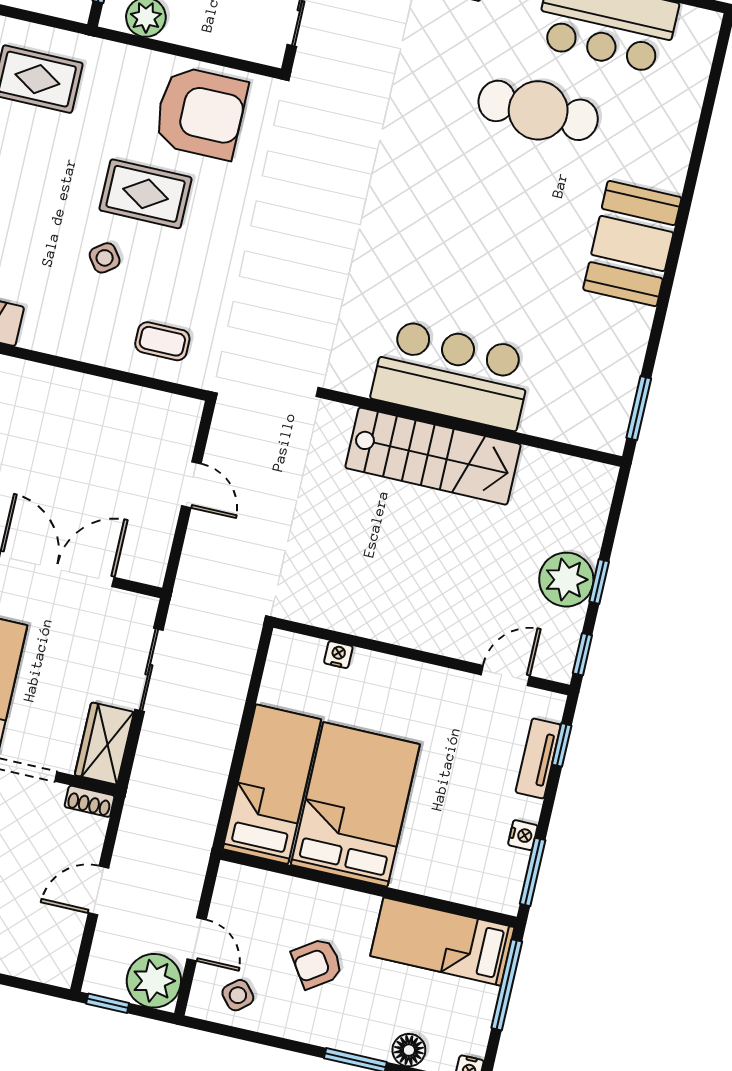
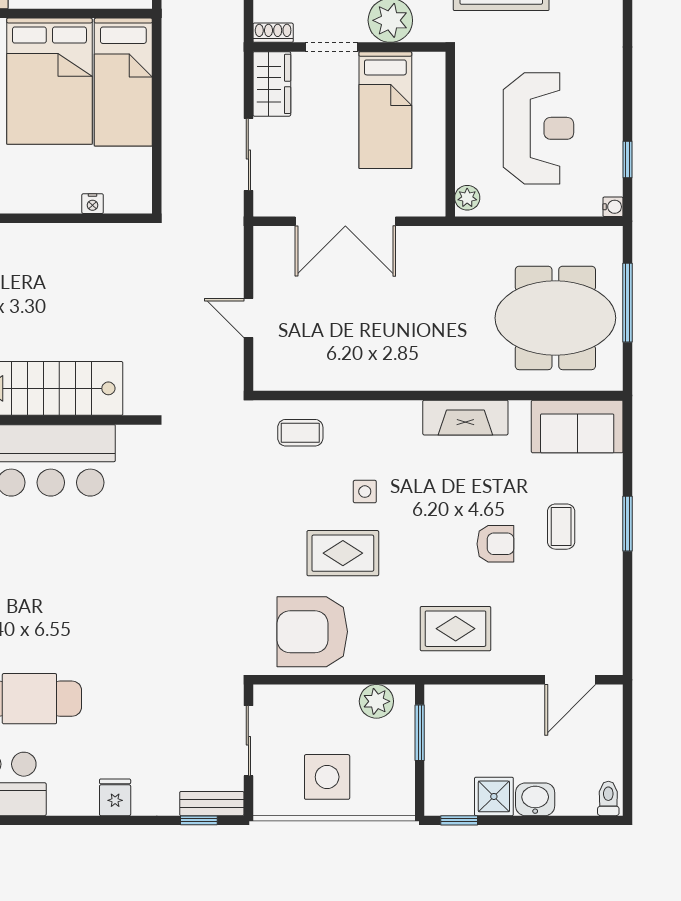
side table: (105, 258) -> (365, 492), turned 36

